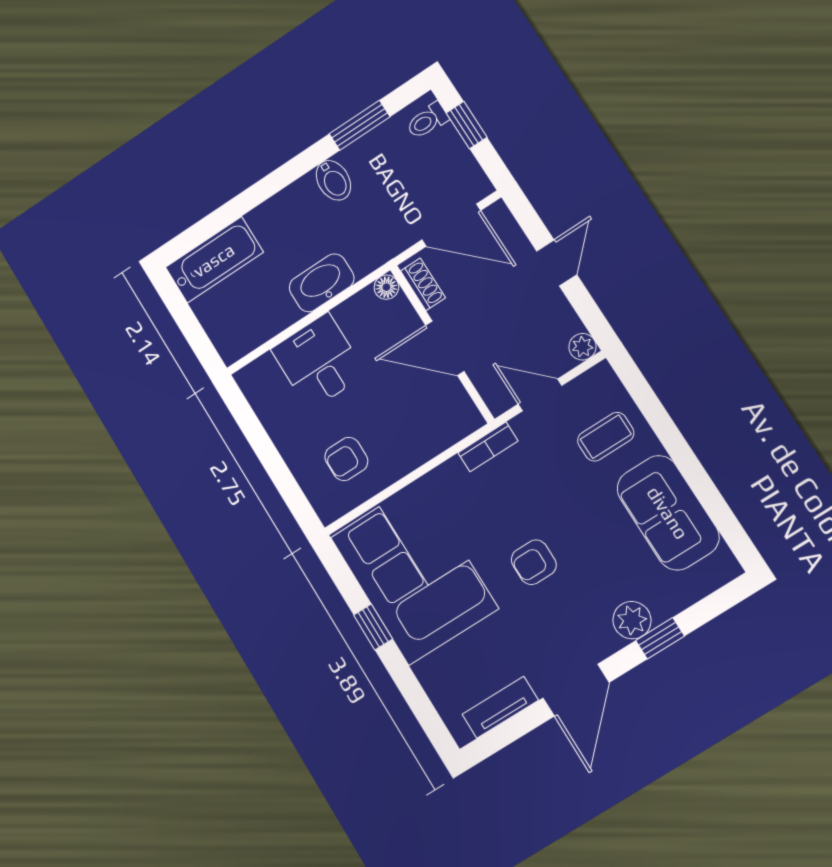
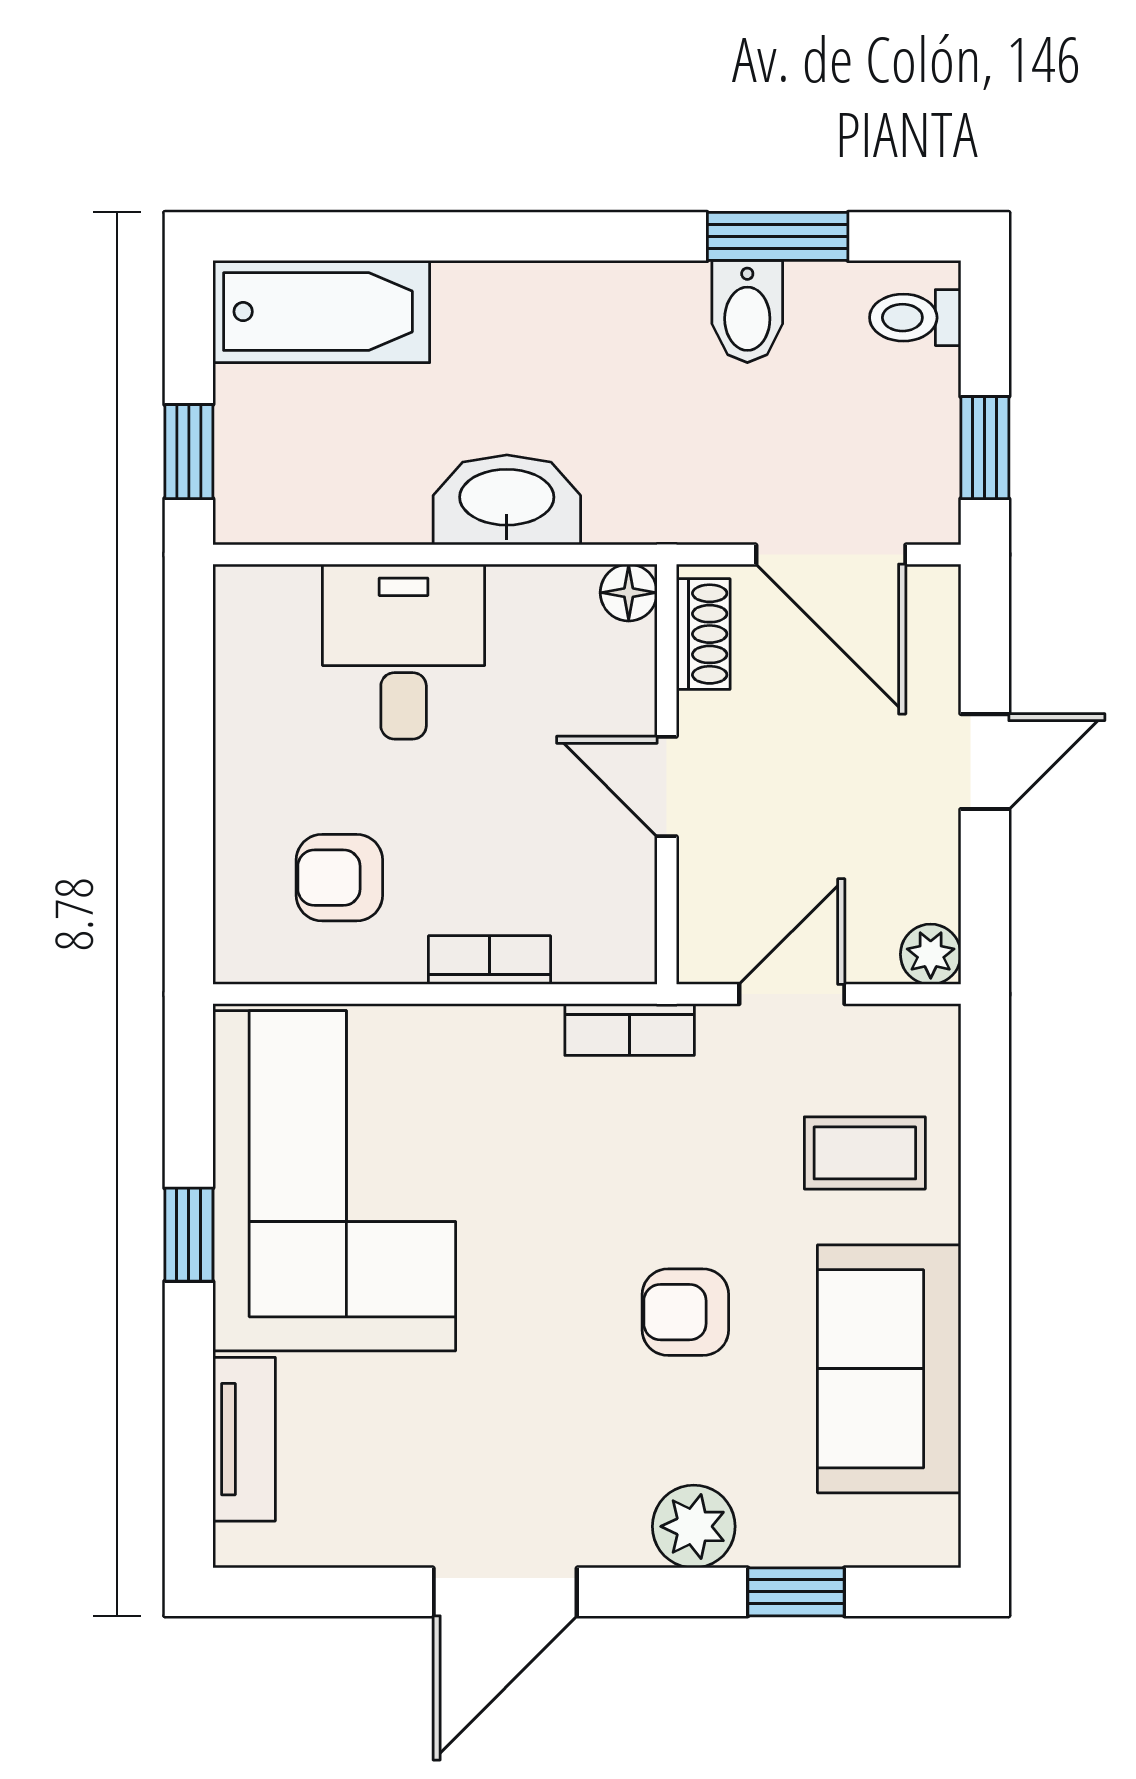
window: (467, 125) -> (985, 448), moved
bidet: (333, 180) -> (747, 312), moved
window: (198, 340) -> (189, 452), added
door: (445, 348) -> (667, 786), width x0.73
door: (540, 395) -> (792, 994), hinge flipped
bookcase: (420, 454) -> (490, 960), added
armchair: (534, 562) -> (685, 1312), moved
window: (660, 638) -> (796, 1592), moved
tv unit: (500, 707) -> (244, 1439), moved, turned 90

